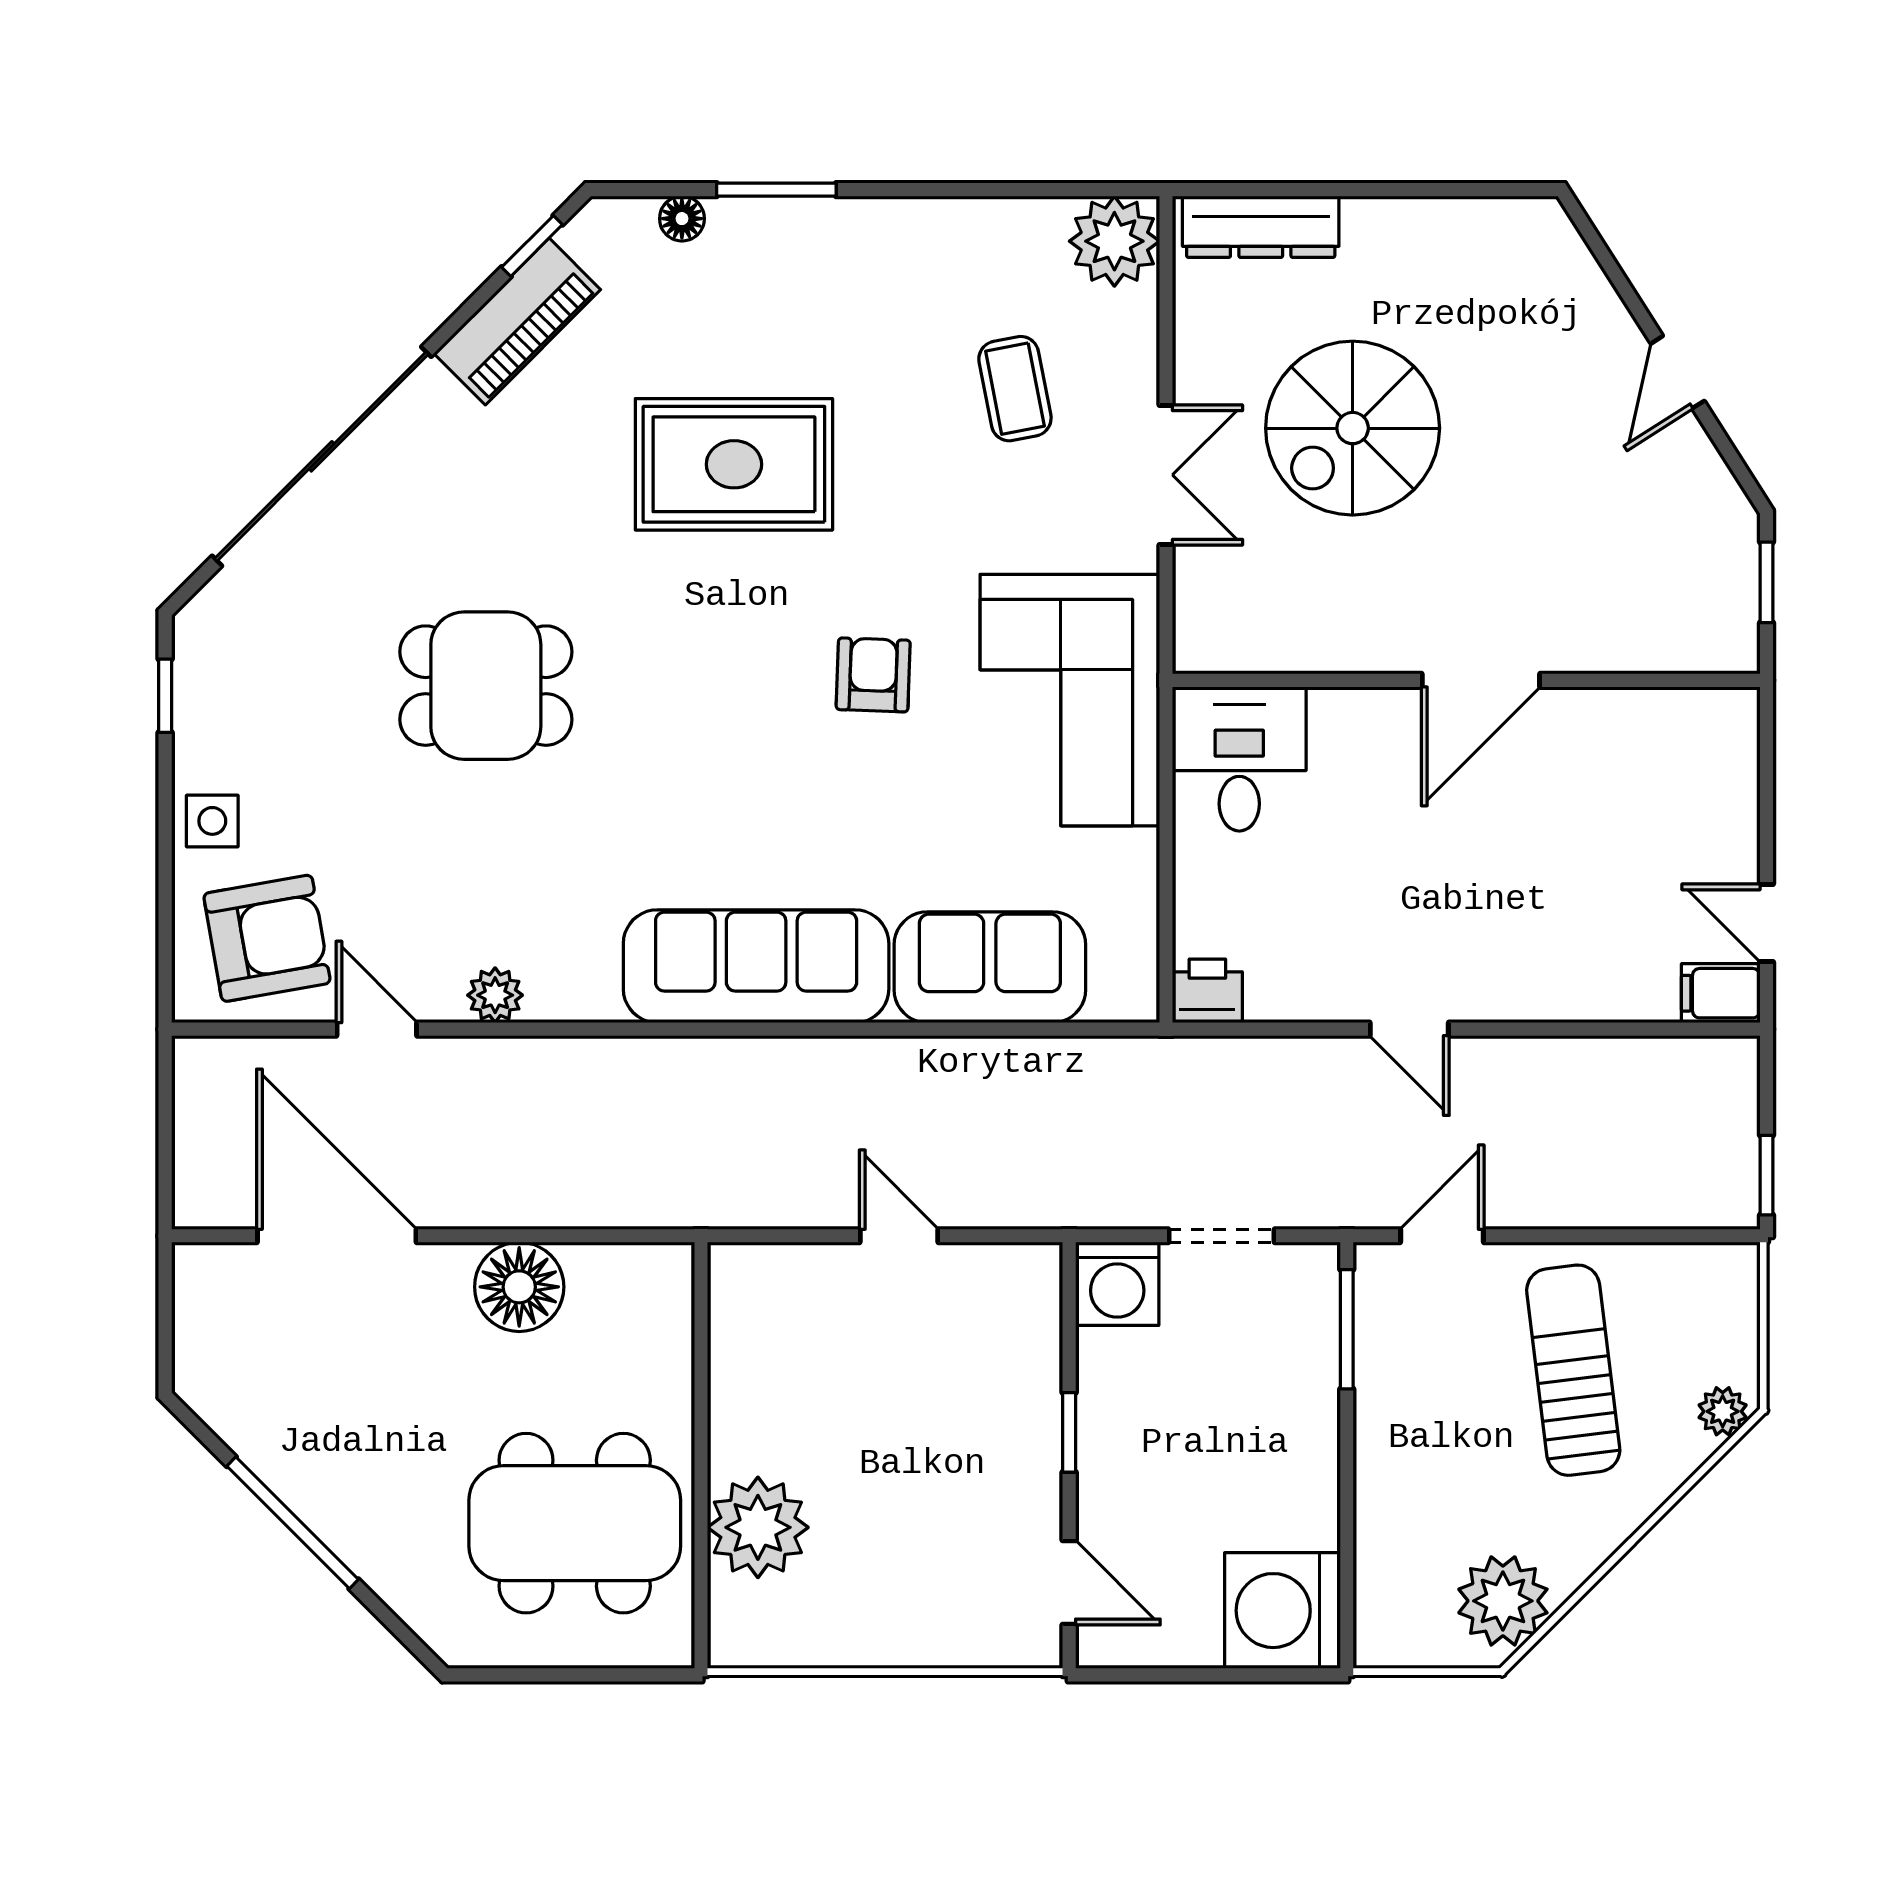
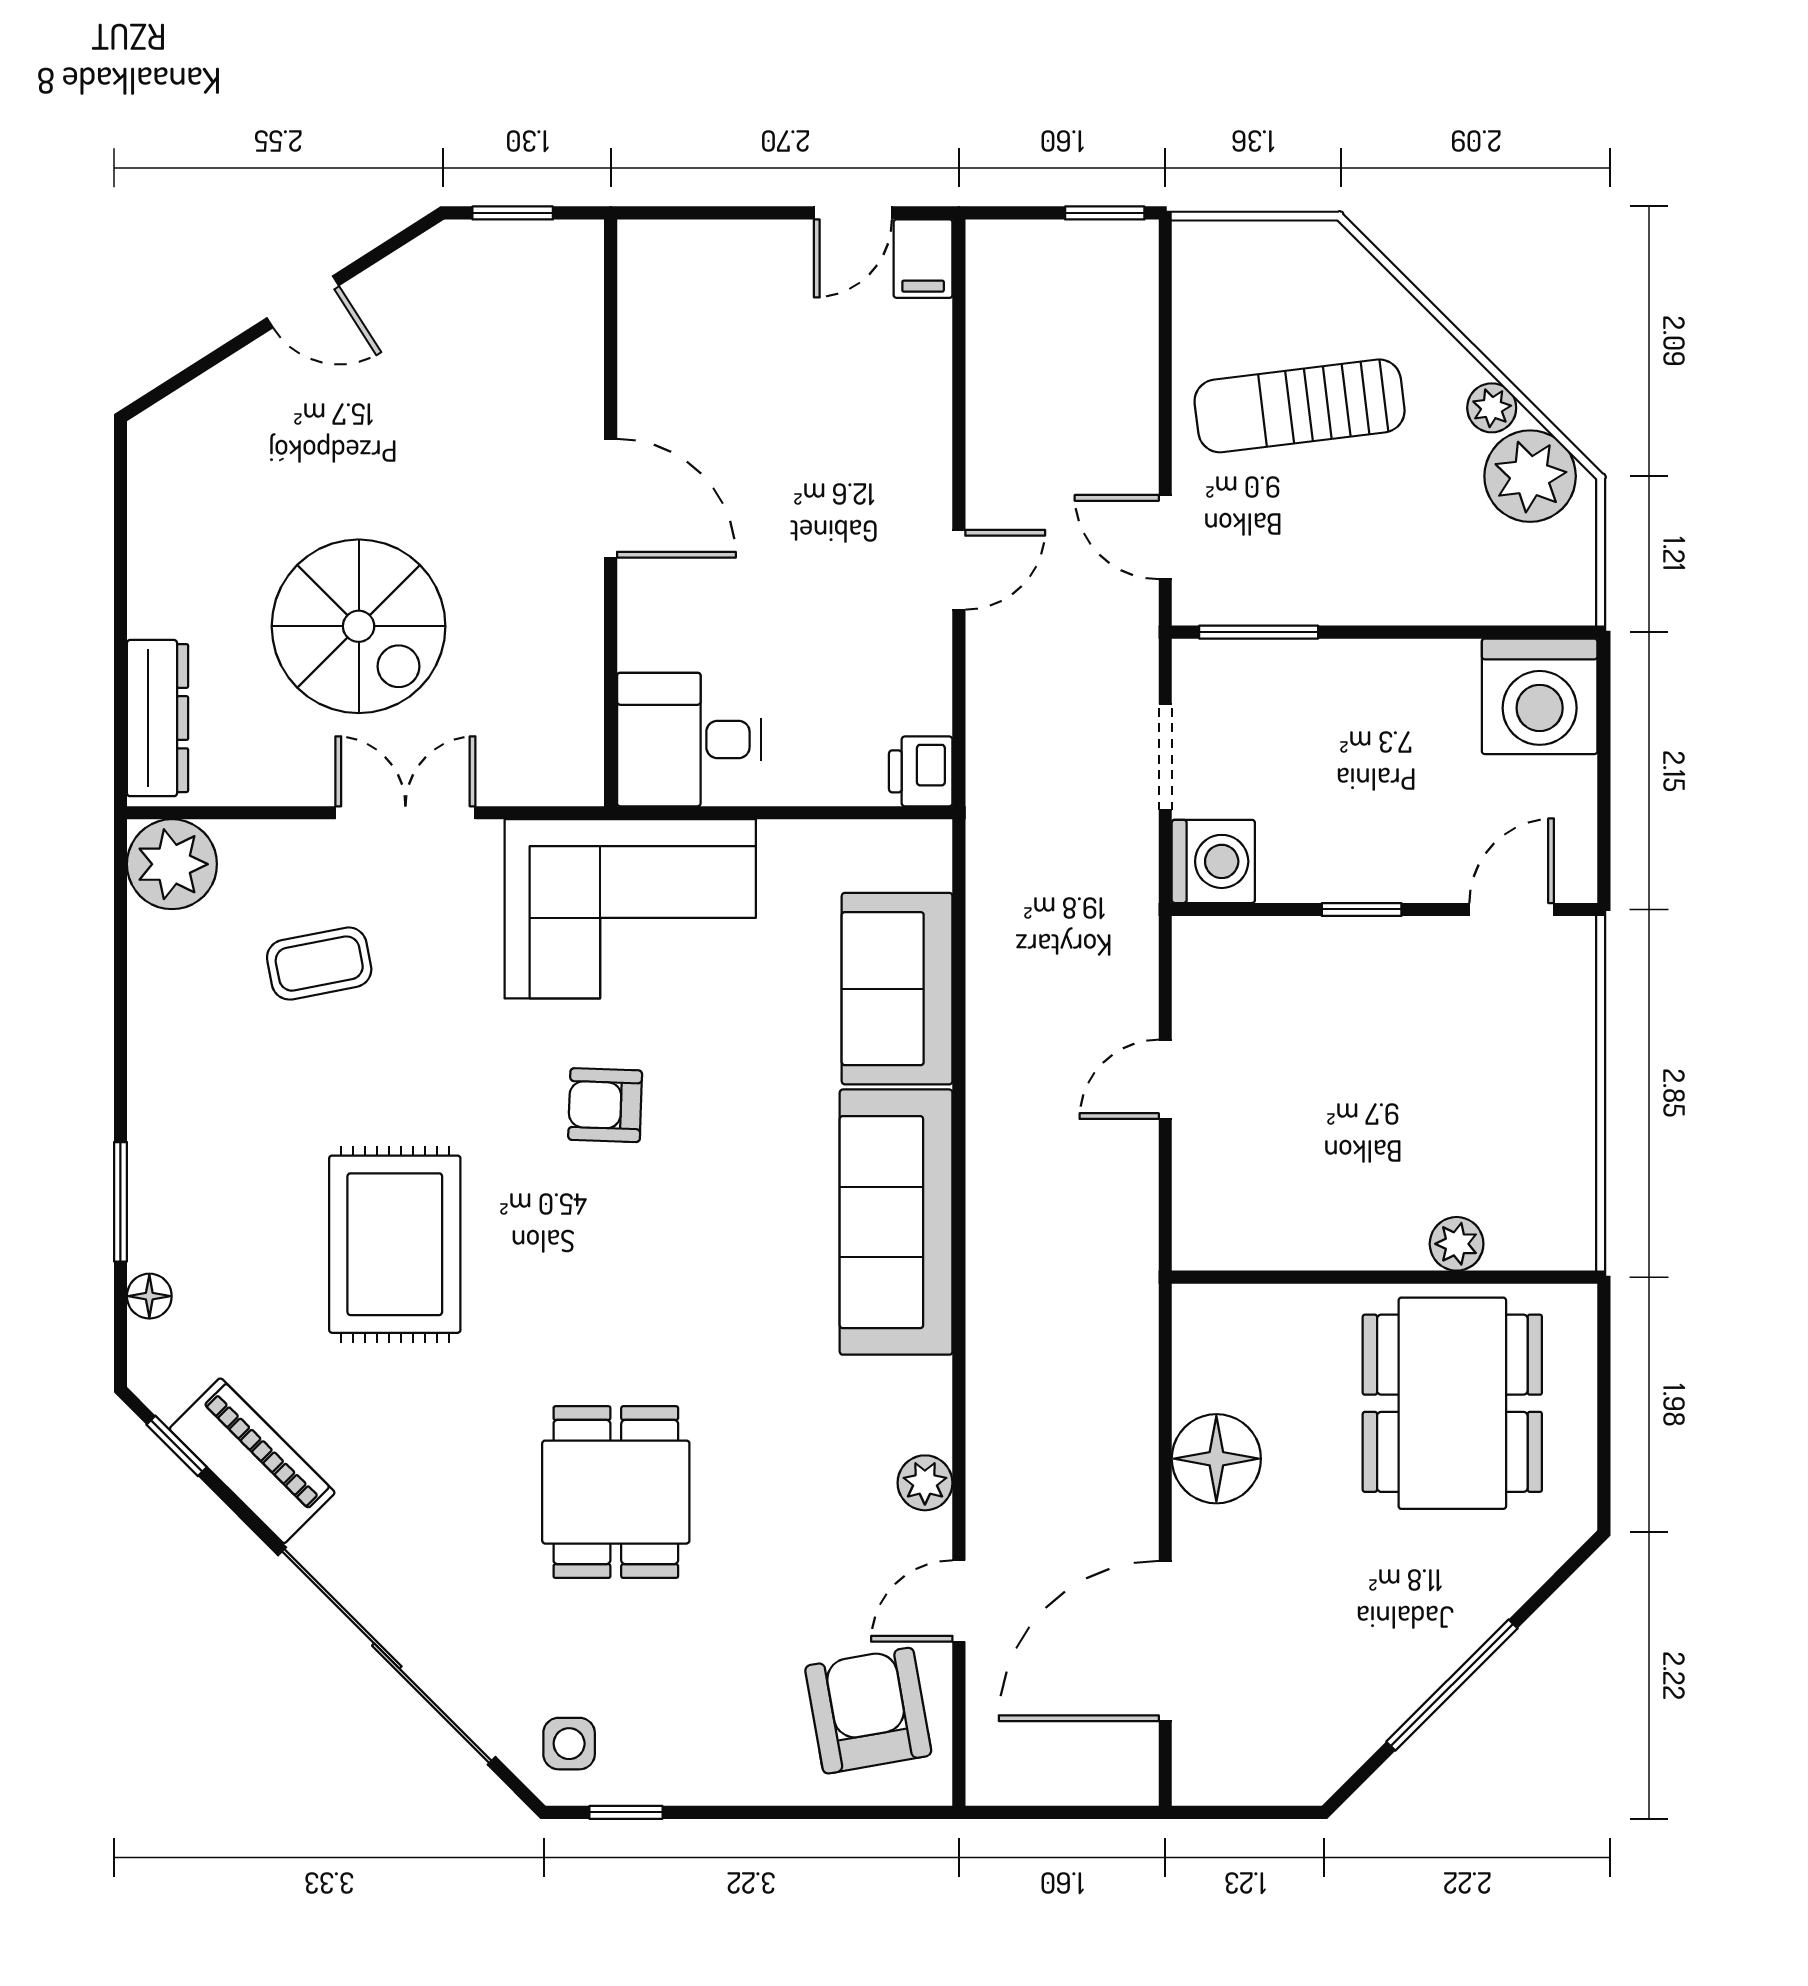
side table: (212, 821) -> (569, 1744), moved
plant: (1723, 1411) -> (1492, 408), moved
plant: (758, 1527) -> (1457, 1244), width x0.53, depth x0.53

